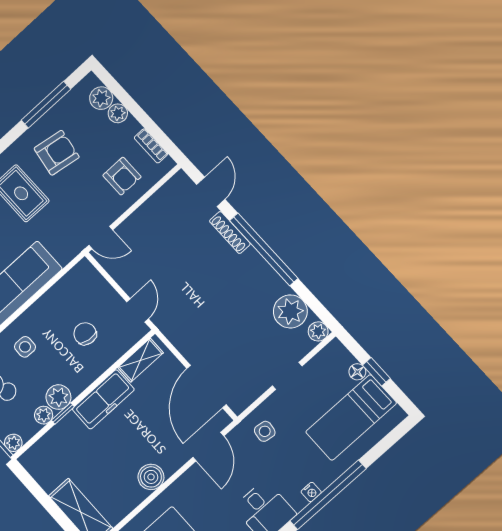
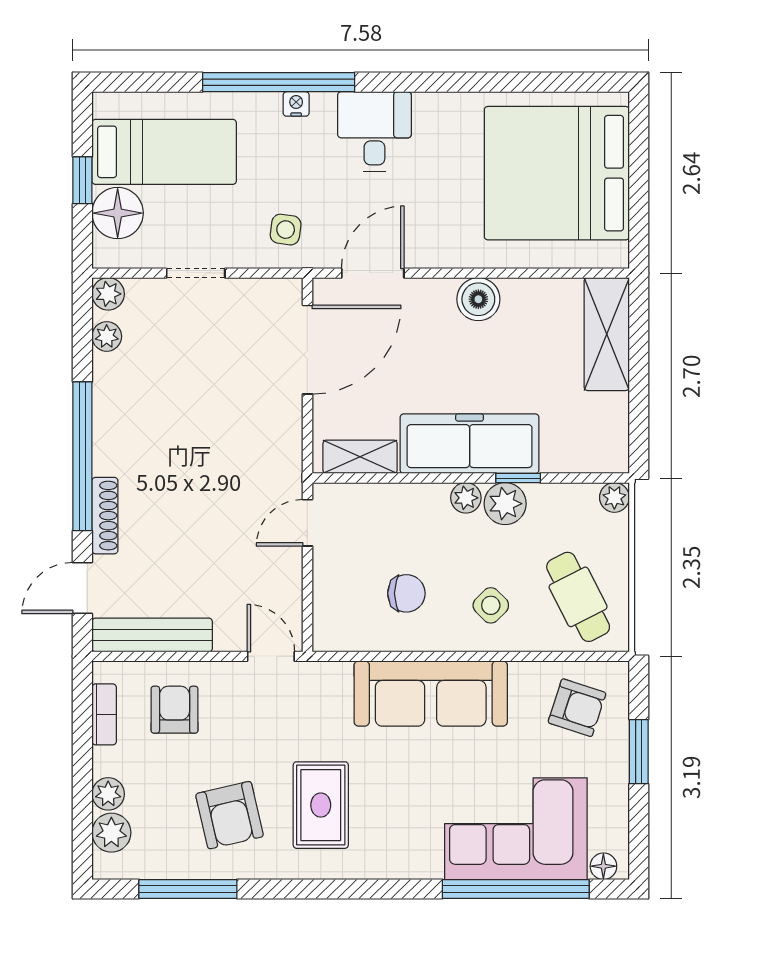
armchair: (57, 153) -> (230, 815), turned -112
bench: (161, 199) -> (152, 635), added
plant: (290, 311) -> (107, 336), width x0.53, depth x0.53
chair: (85, 334) -> (406, 593), moved, turned -98
side table: (25, 347) -> (491, 605), turned 45
floor lamp: (357, 372) -> (118, 213), width x1.89, depth x1.89
freezer: (103, 399) -> (470, 444), width x1.36, depth x1.26
plant: (44, 415) -> (466, 498), moved

